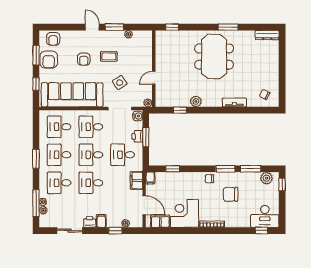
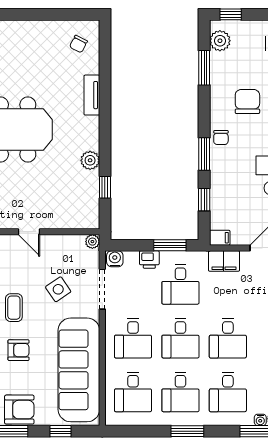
door: (154, 78) -> (29, 232), moved
window: (146, 137) -> (170, 245), moved
window: (225, 169) -> (204, 154), moved
chair: (231, 194) -> (247, 102), turned 180

